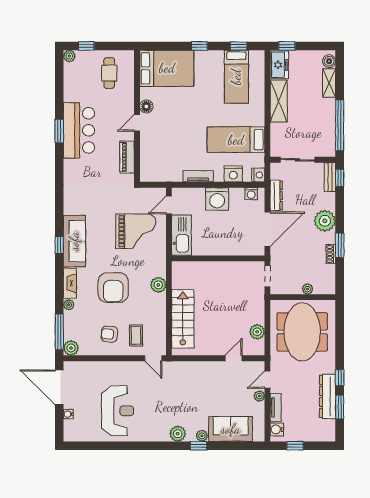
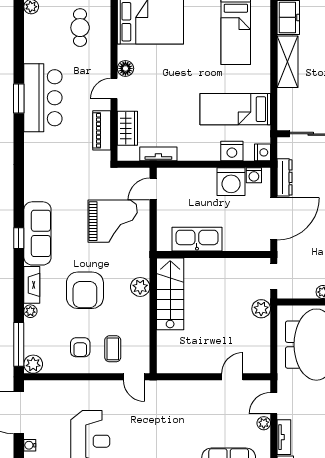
wardrobe: (148, 155) -> (127, 128), added
tv unit: (198, 176) -> (158, 154), moved
washing machine: (217, 199) -> (231, 182), moved
kitchen sink: (181, 235) -> (197, 239), moved, turned -90
stairs: (183, 319) -> (170, 294), moved
plant: (257, 332) -> (261, 309), moved
armchair: (109, 334) -> (80, 347), turned -96

